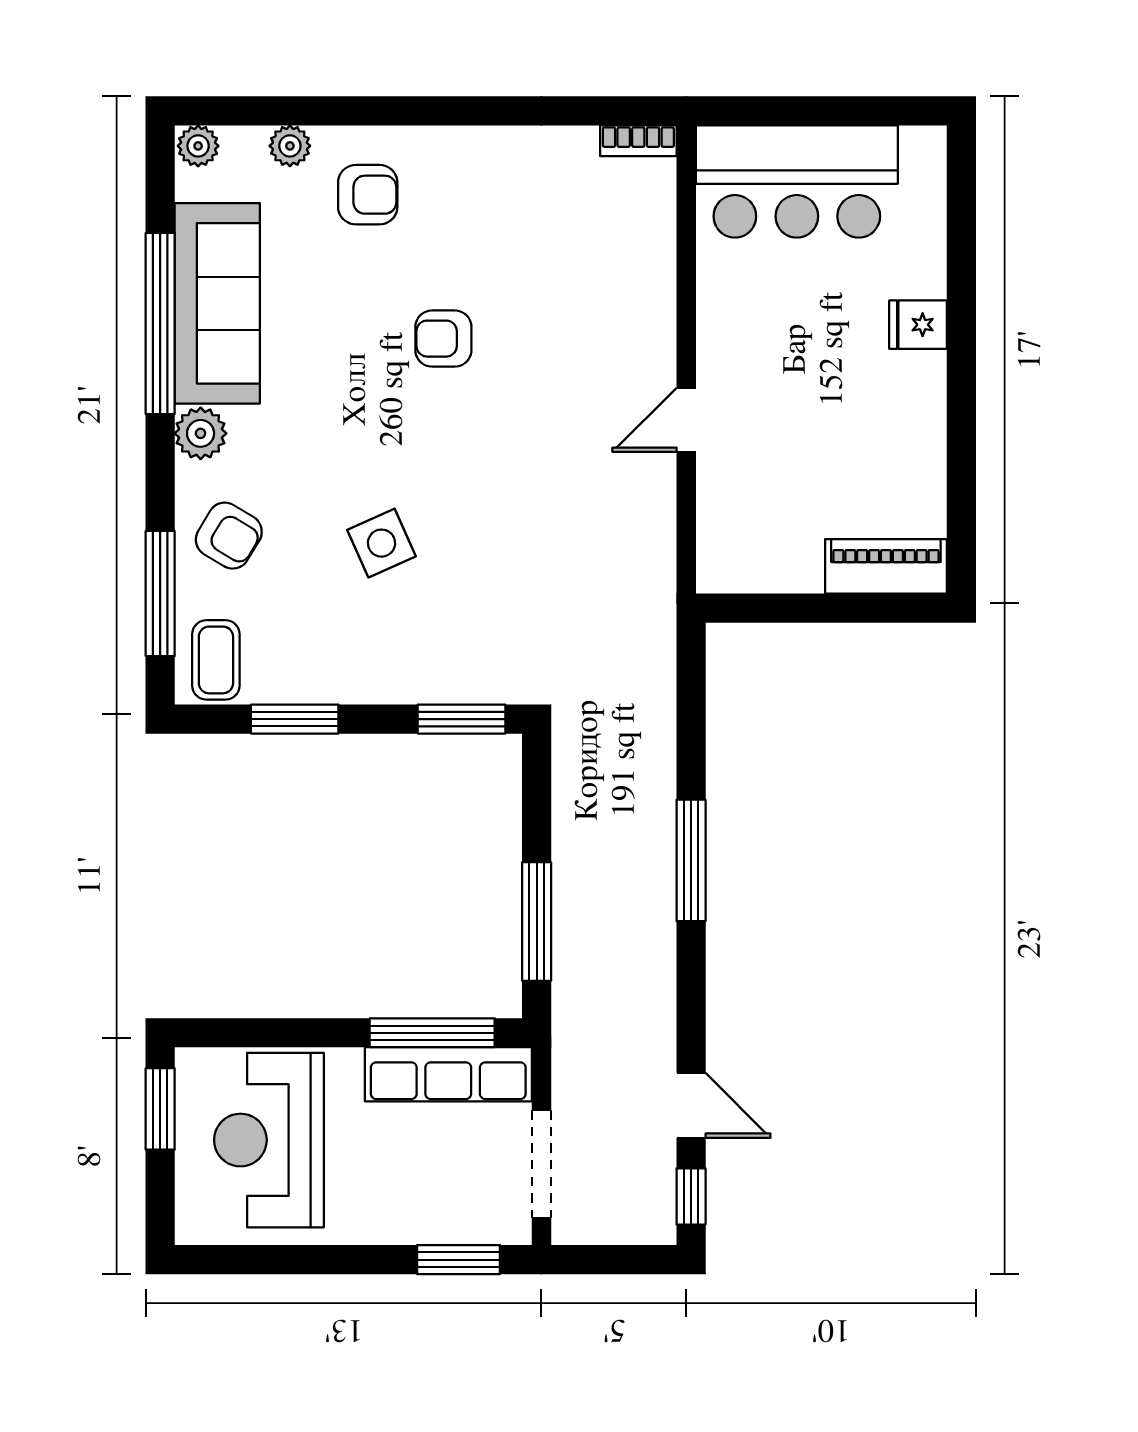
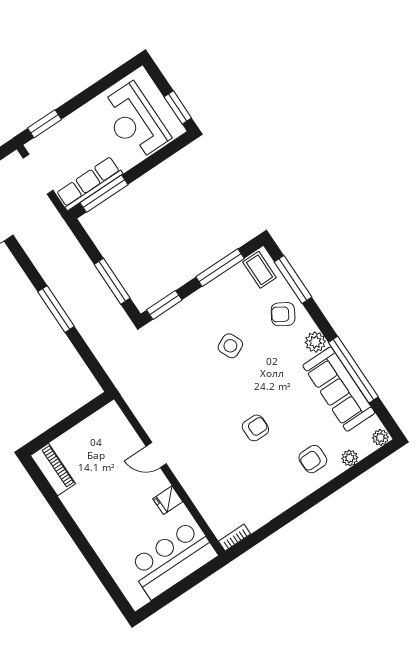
fridge: (918, 325) -> (168, 500), moved, turned 180
door: (686, 420) -> (156, 455), swing flipped
piano: (886, 566) -> (53, 470), moved, turned -90
window: (295, 719) -> (220, 268), width x1.44
window: (537, 922) -> (112, 281), moved
reception desk: (269, 1140) -> (134, 121), turned 180

